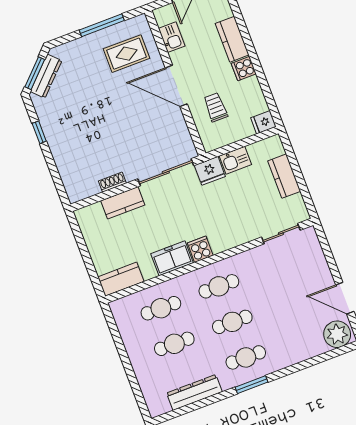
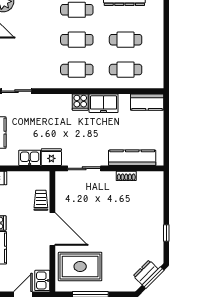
kitchen sink: (172, 37) -> (42, 280), moved
rug: (127, 54) -> (80, 267), width x1.36, depth x1.43
dresser: (46, 76) -> (146, 272), width x0.70
trolley: (216, 107) -> (41, 200), moved, turned 180
sliding door: (166, 172) -> (84, 168), width x0.73
kitchen counter: (123, 203) -> (132, 158), width x1.50

